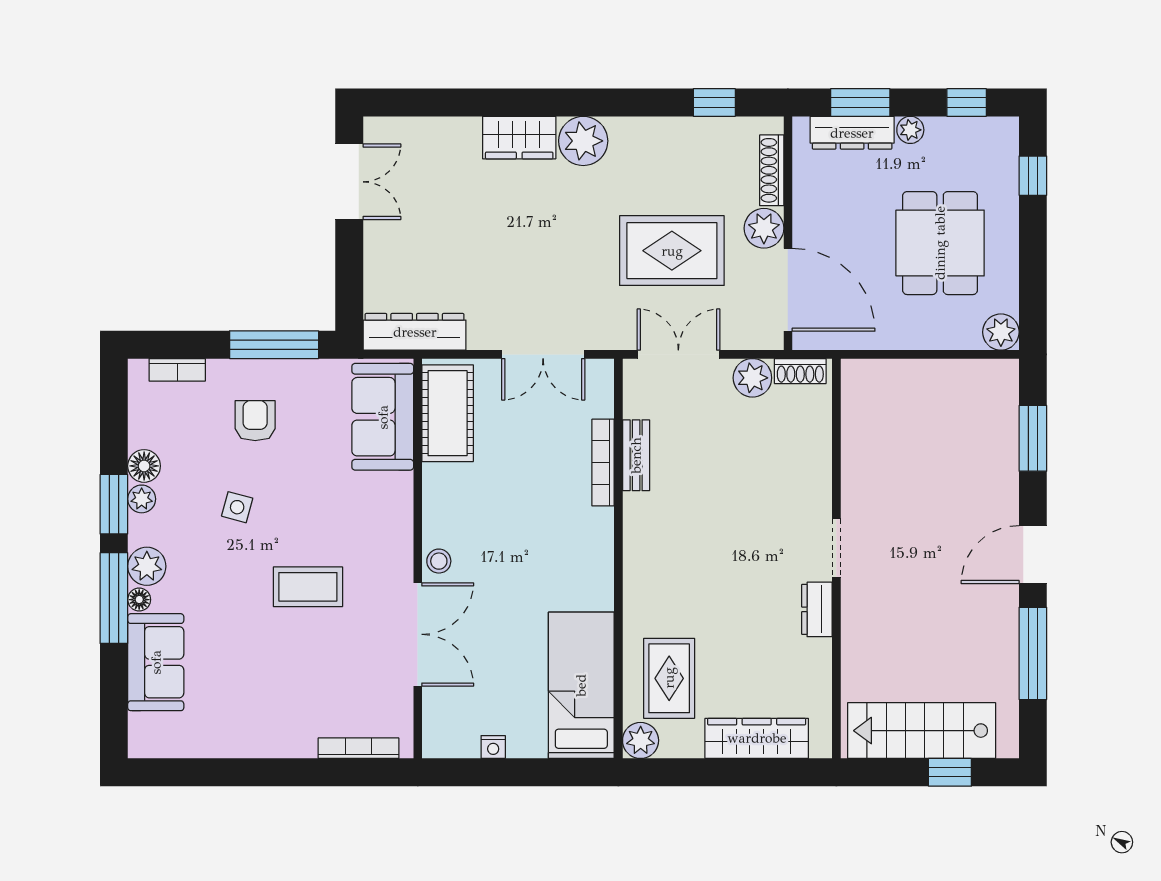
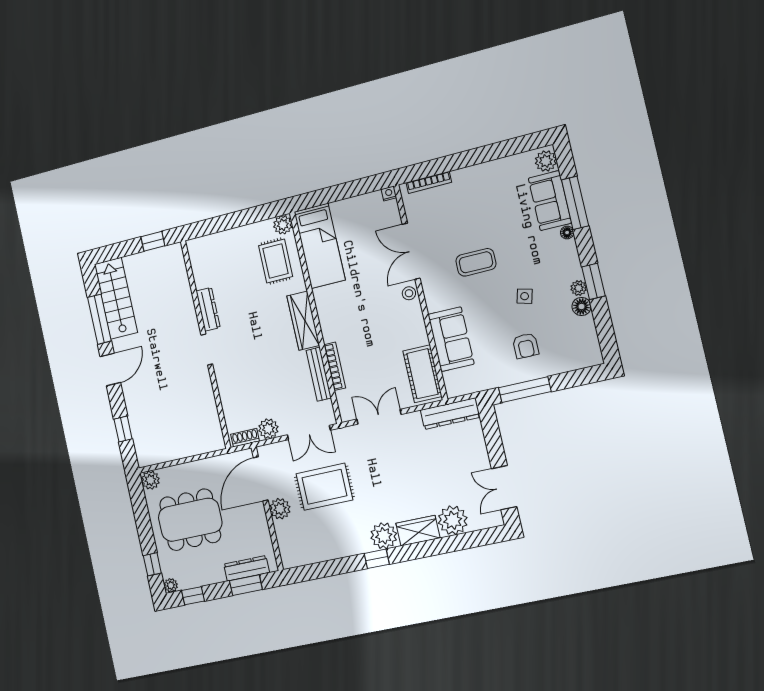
window: (714, 102) -> (377, 559), moved
plant: (910, 130) -> (171, 585), moved
plant: (453, 143) -> (453, 520), added
shoe rack: (772, 170) -> (283, 540), removed
dining table: (940, 243) -> (190, 520), width x1.38
door: (788, 290) -> (261, 479), hinge flipped
bookcase: (177, 370) -> (575, 364), removed
sofa: (383, 417) -> (451, 339), moved
window: (1033, 438) -> (123, 429), width x0.67
bench: (636, 455) -> (319, 374), width x1.36
plant: (147, 566) -> (546, 161), moved
window: (114, 598) -> (575, 203), moved
dresser: (817, 609) -> (208, 309), width x1.44
stairs: (922, 731) -> (116, 298), moved, turned -90
wardrobe: (757, 738) -> (303, 321), moved, turned 90
nightstand: (493, 747) -> (389, 193), moved
window: (950, 772) -> (153, 241), moved

